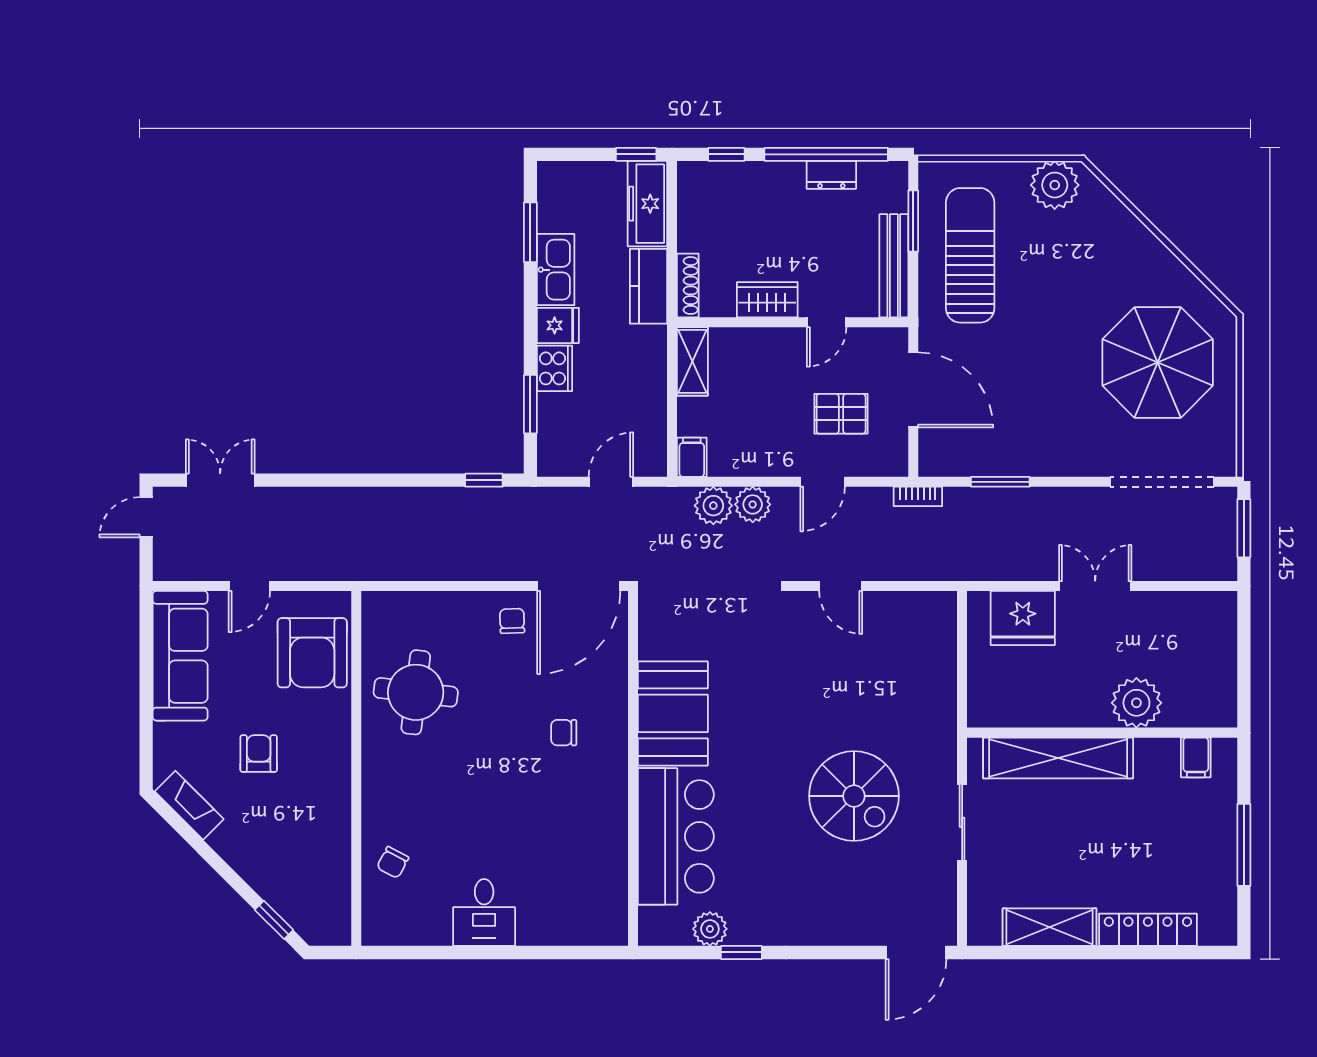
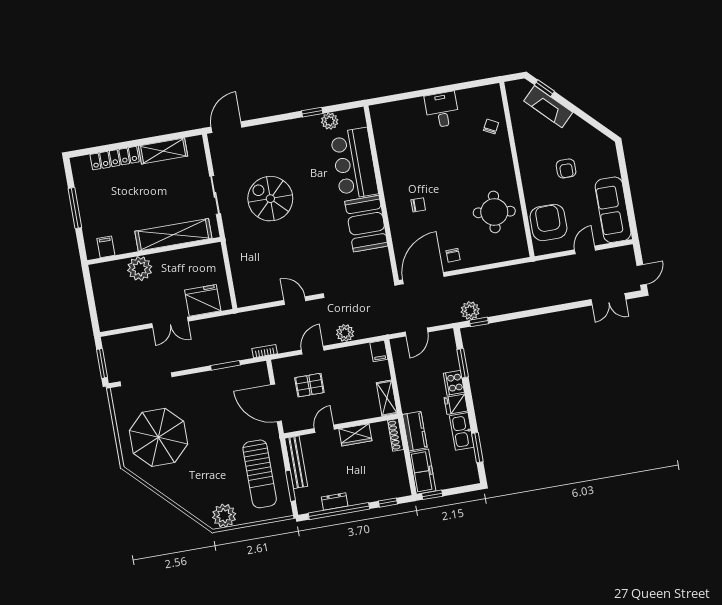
plant: (713, 506) -> (470, 311), moved
fireplace: (189, 805) -> (548, 107), moved, width x1.37, depth x1.32

